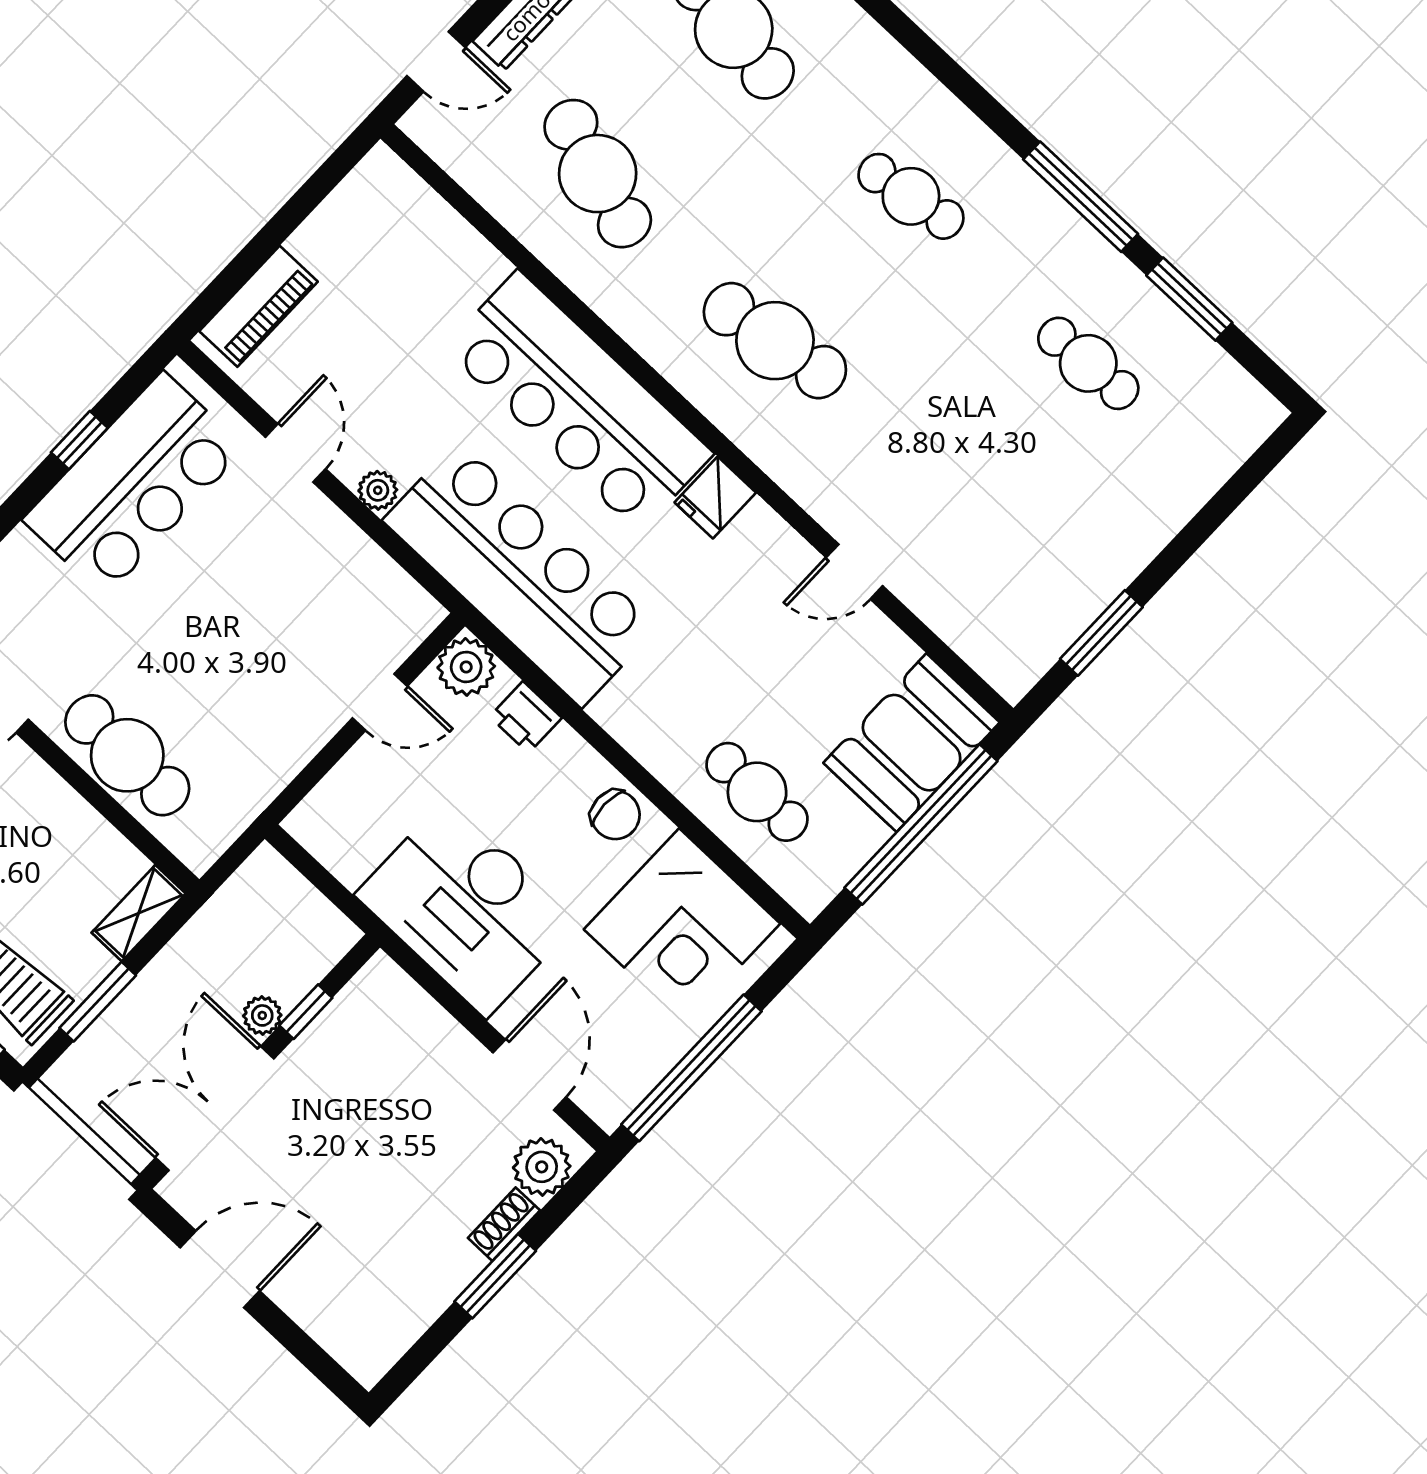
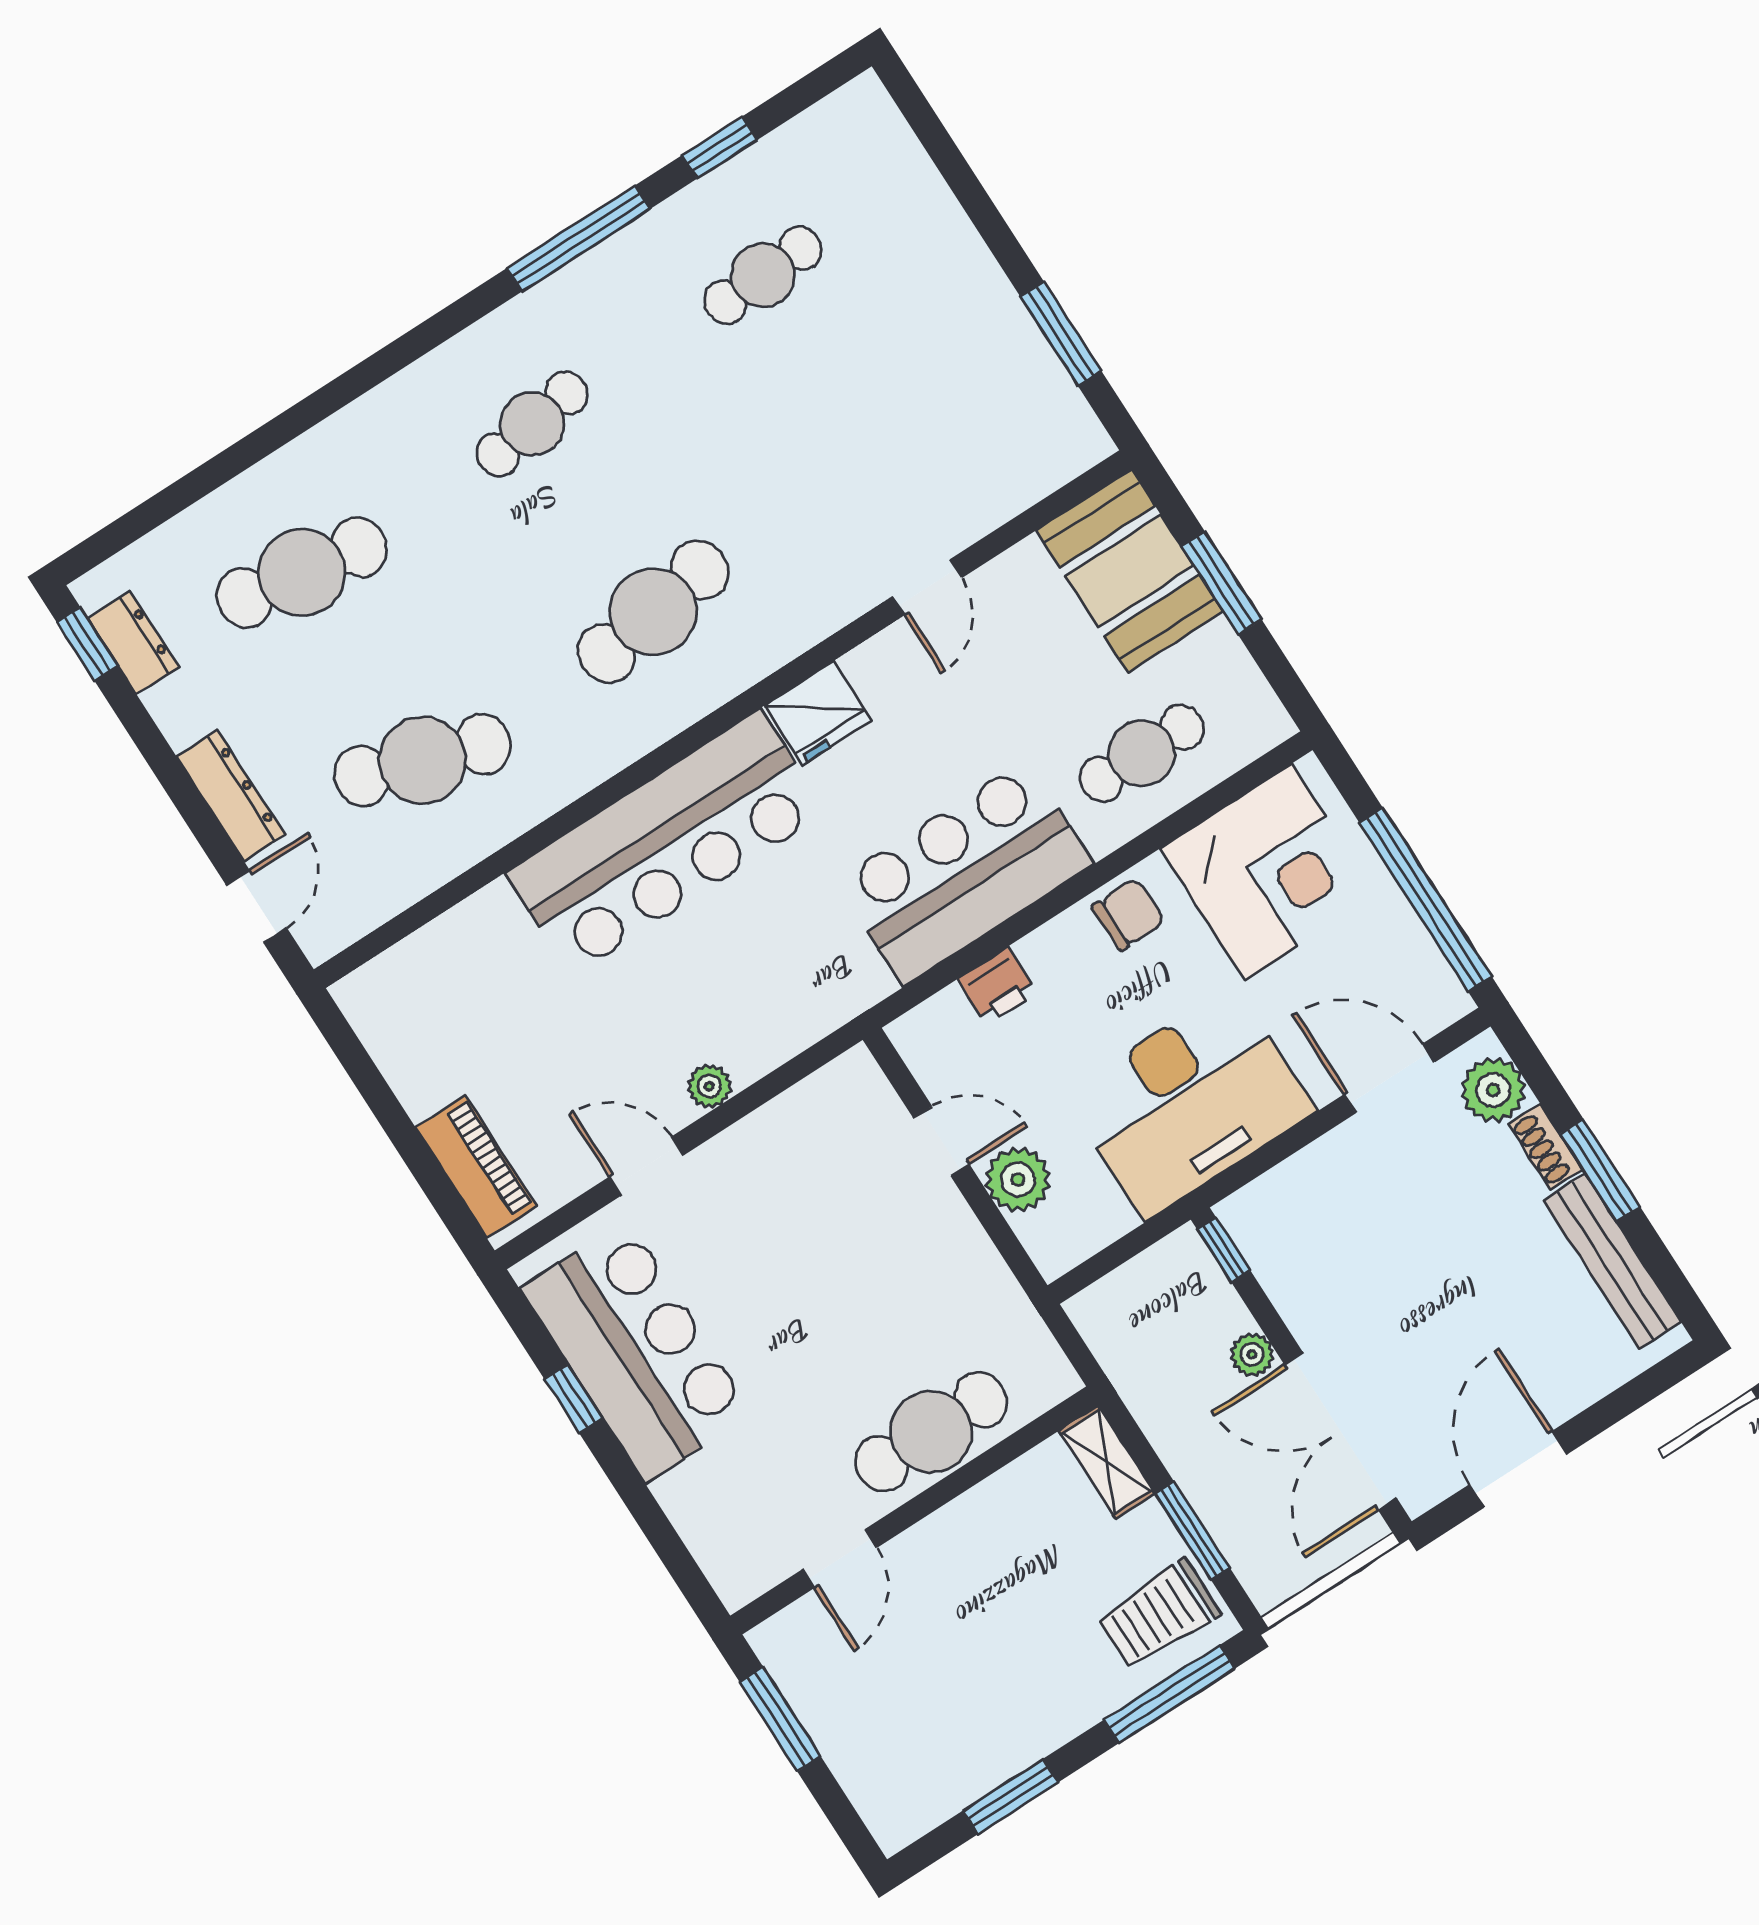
window: (1189, 299) -> (720, 147), width x0.67
fridge: (715, 497) -> (818, 713), width x1.38
bar counter: (520, 574) -> (965, 873), moved, width x0.73
plant: (466, 667) -> (1018, 1180), moved
door: (380, 702) -> (941, 1141), hinge flipped
window: (921, 824) -> (1221, 583), width x0.47
window: (306, 1012) -> (1224, 1250), moved
bench: (420, 1306) -> (1612, 1261), added

